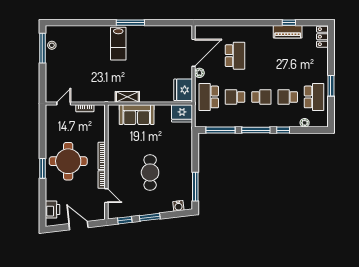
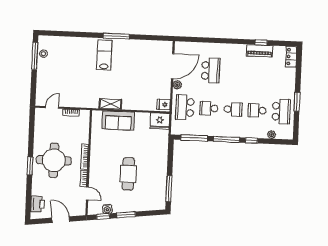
lab bench: (118, 44) -> (104, 55), turned 180
fridge: (183, 90) -> (164, 104), width x0.53, depth x0.75
water cooler: (178, 206) -> (107, 209), moved

